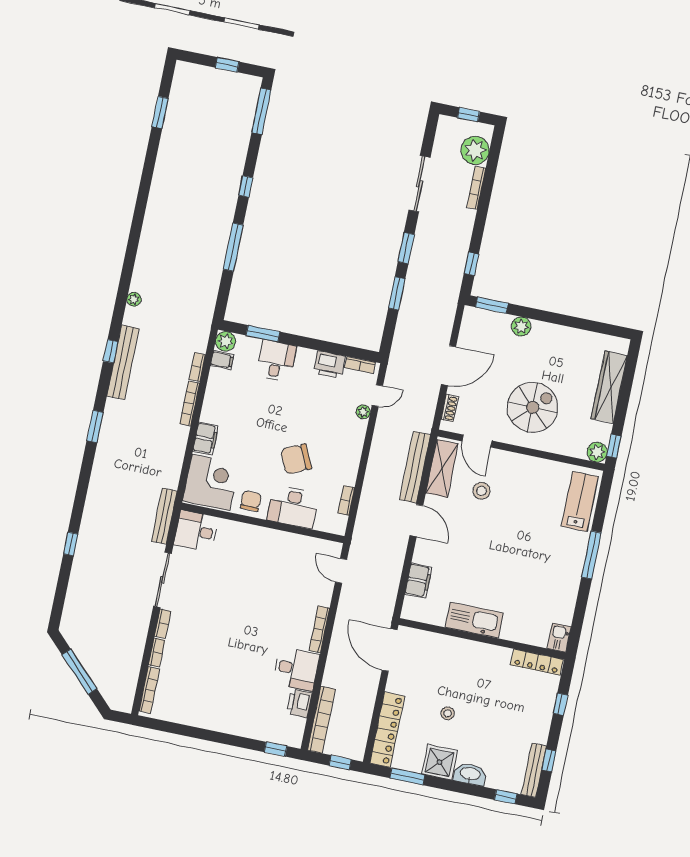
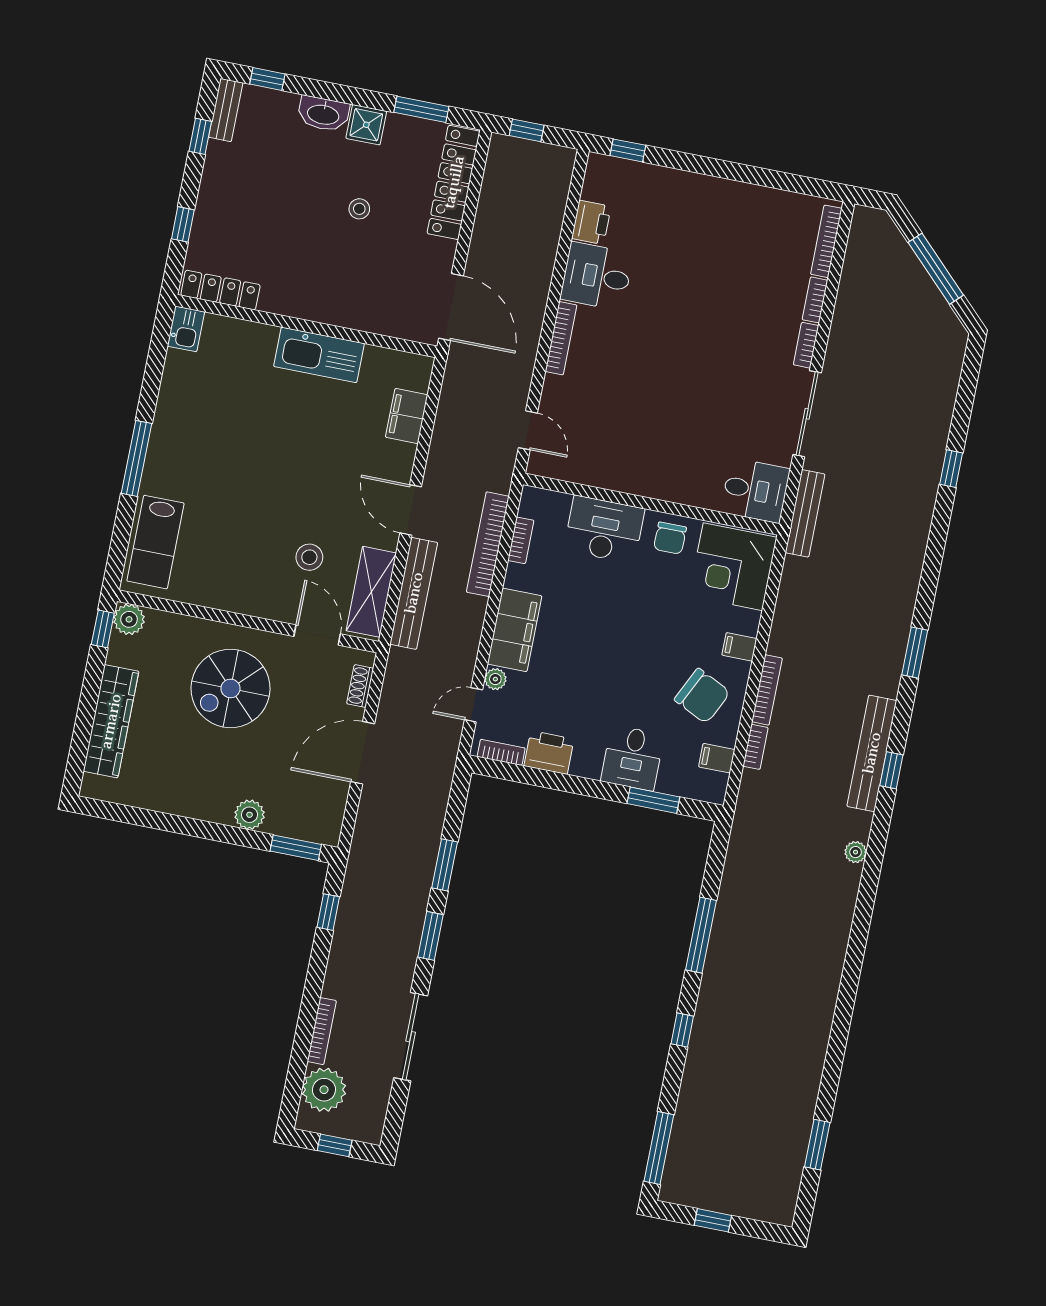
plant: (226, 341) -> (712, 788), removed
filing cabinet: (206, 438) -> (739, 647), width x0.50
filing cabinet: (351, 443) -> (515, 630), added
chair: (296, 459) -> (702, 696), moved, turned 51
bookcase: (321, 720) -> (488, 544), moved
shower: (440, 762) -> (366, 125), width x0.73, depth x0.73
bench: (534, 770) -> (226, 110), width x0.73

